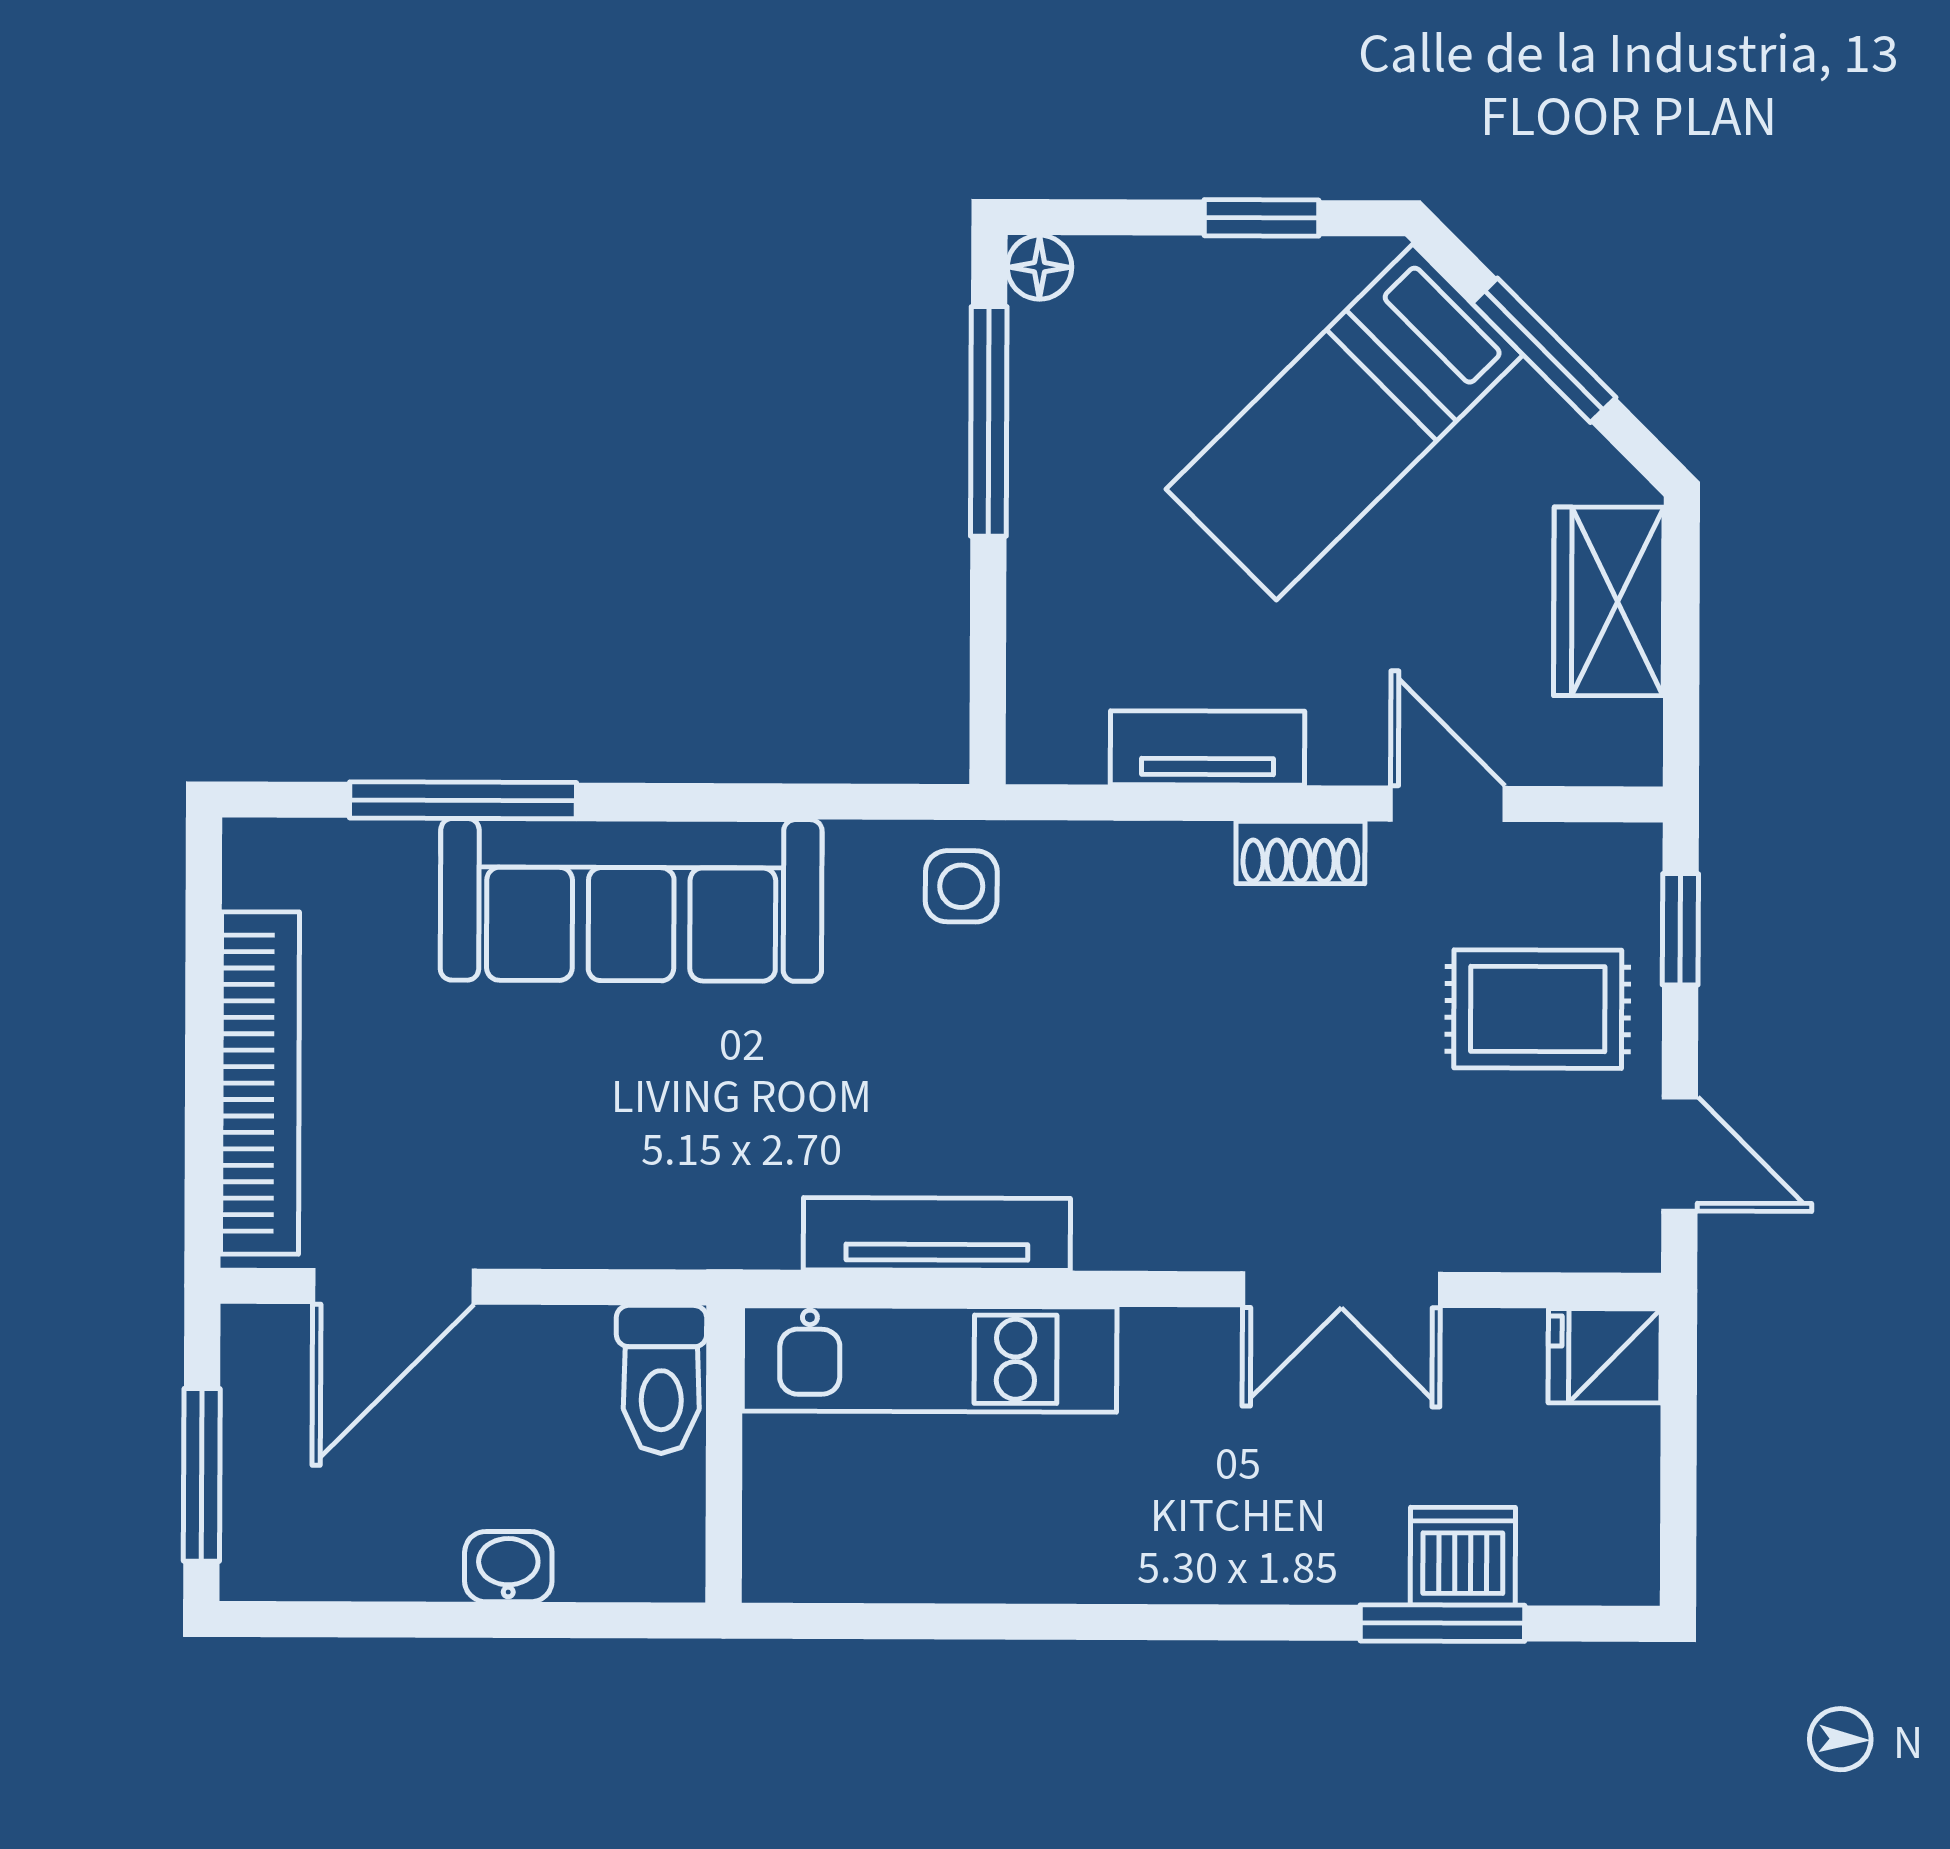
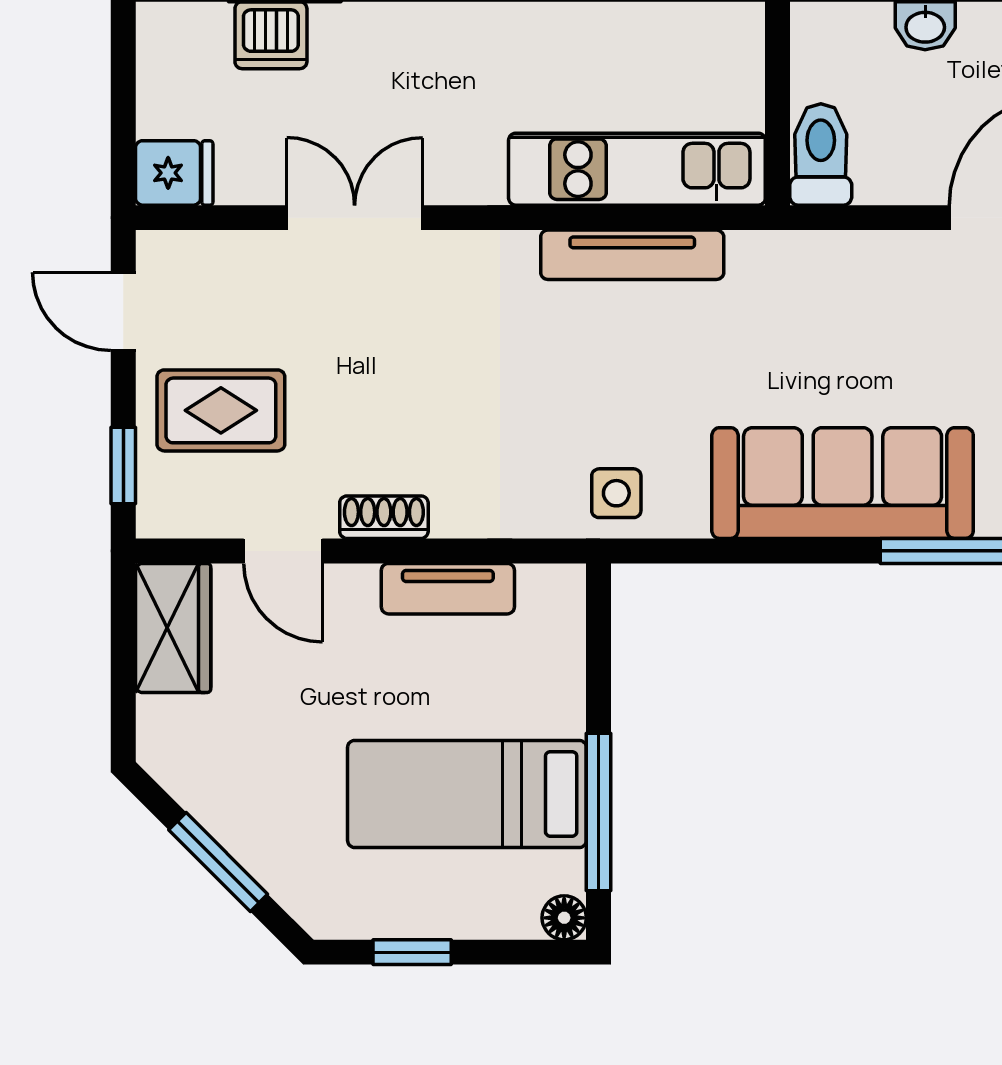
bed: (1345, 422) -> (467, 794), moved, turned -135
wardrobe: (1609, 601) -> (173, 628), moved

